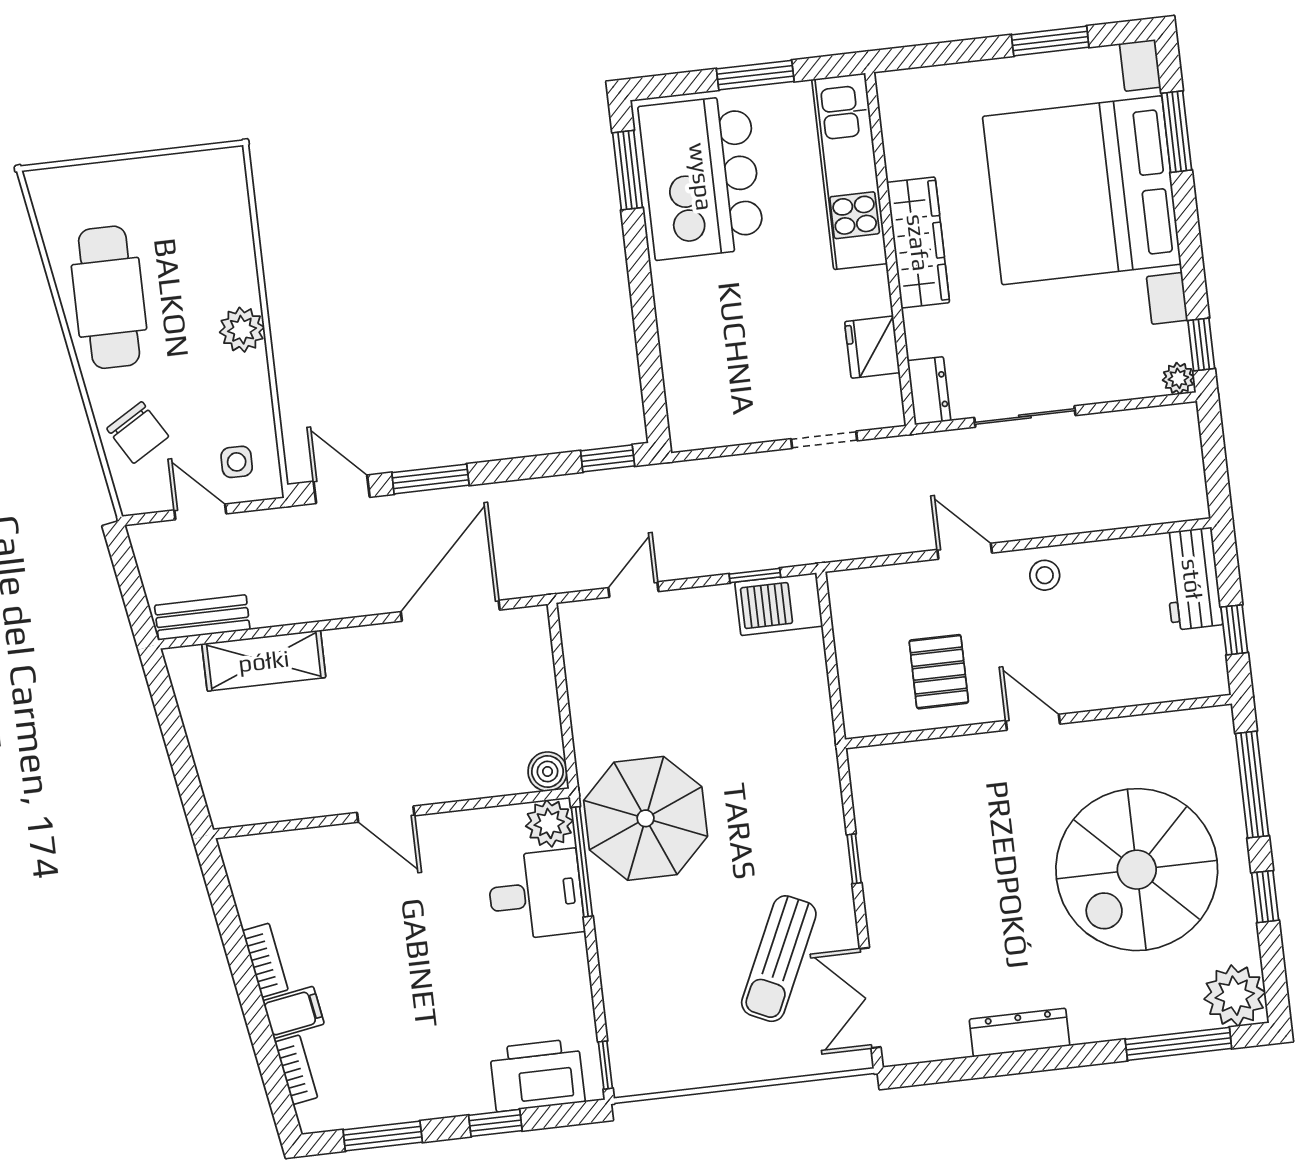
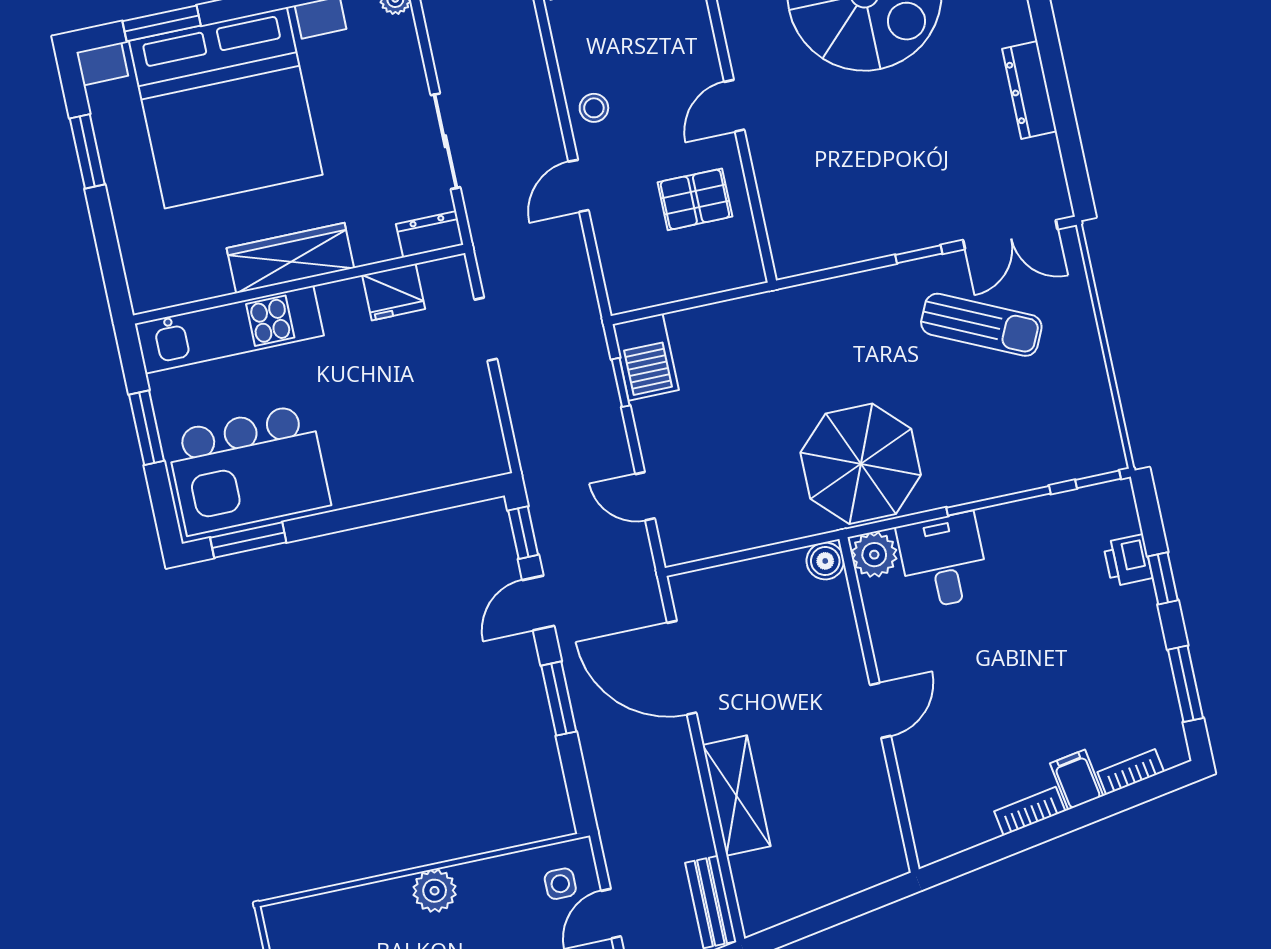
door: (342, 489) -> (538, 603), moved
shelving: (264, 661) -> (737, 796), moved
window: (854, 859) -> (919, 254), moved
window: (582, 862) -> (999, 501), moved
printer: (537, 1075) -> (1128, 560), width x0.53, depth x0.68

